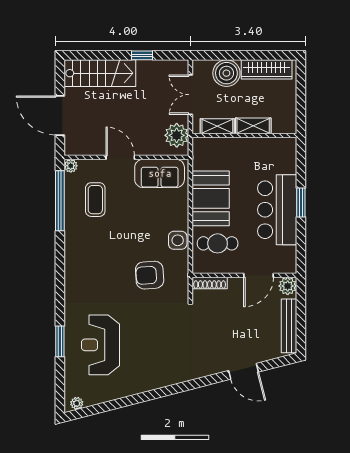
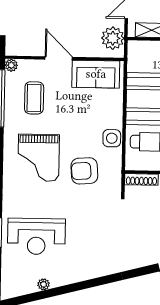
grand piano: (101, 262) -> (39, 158), added
reception desk: (100, 345) -> (36, 236), turned -90
plant: (77, 403) -> (44, 284), moved

